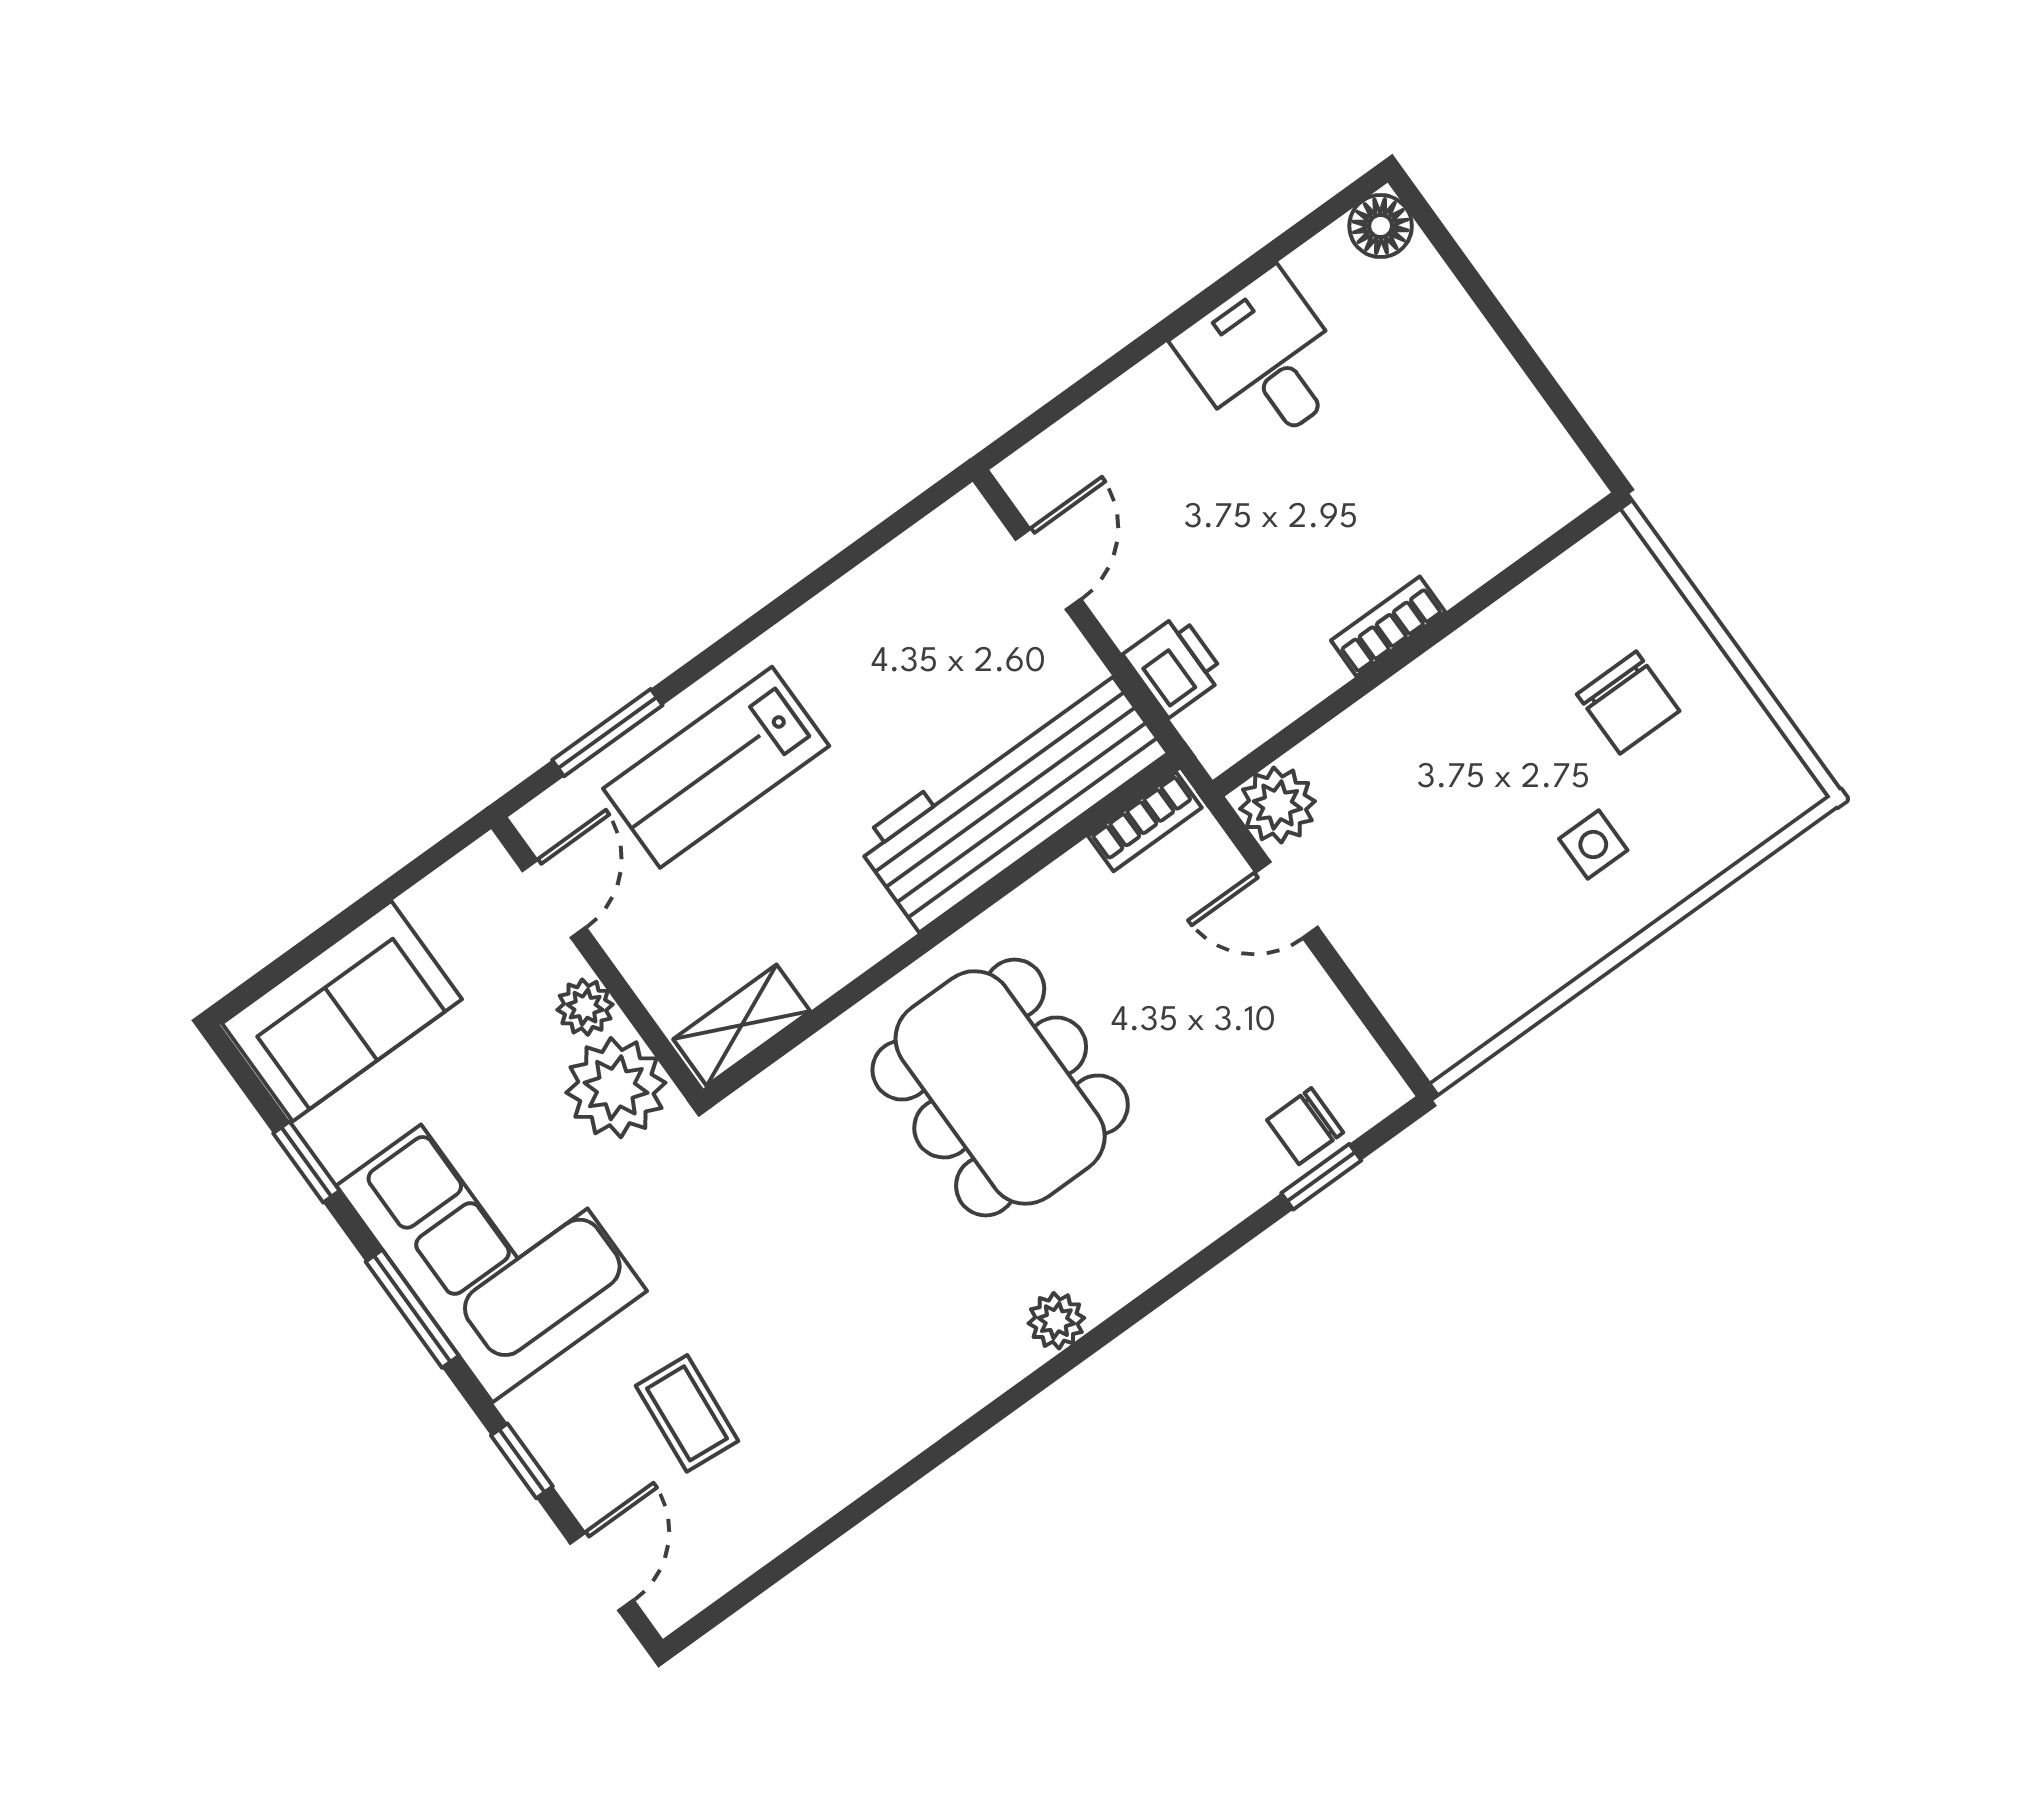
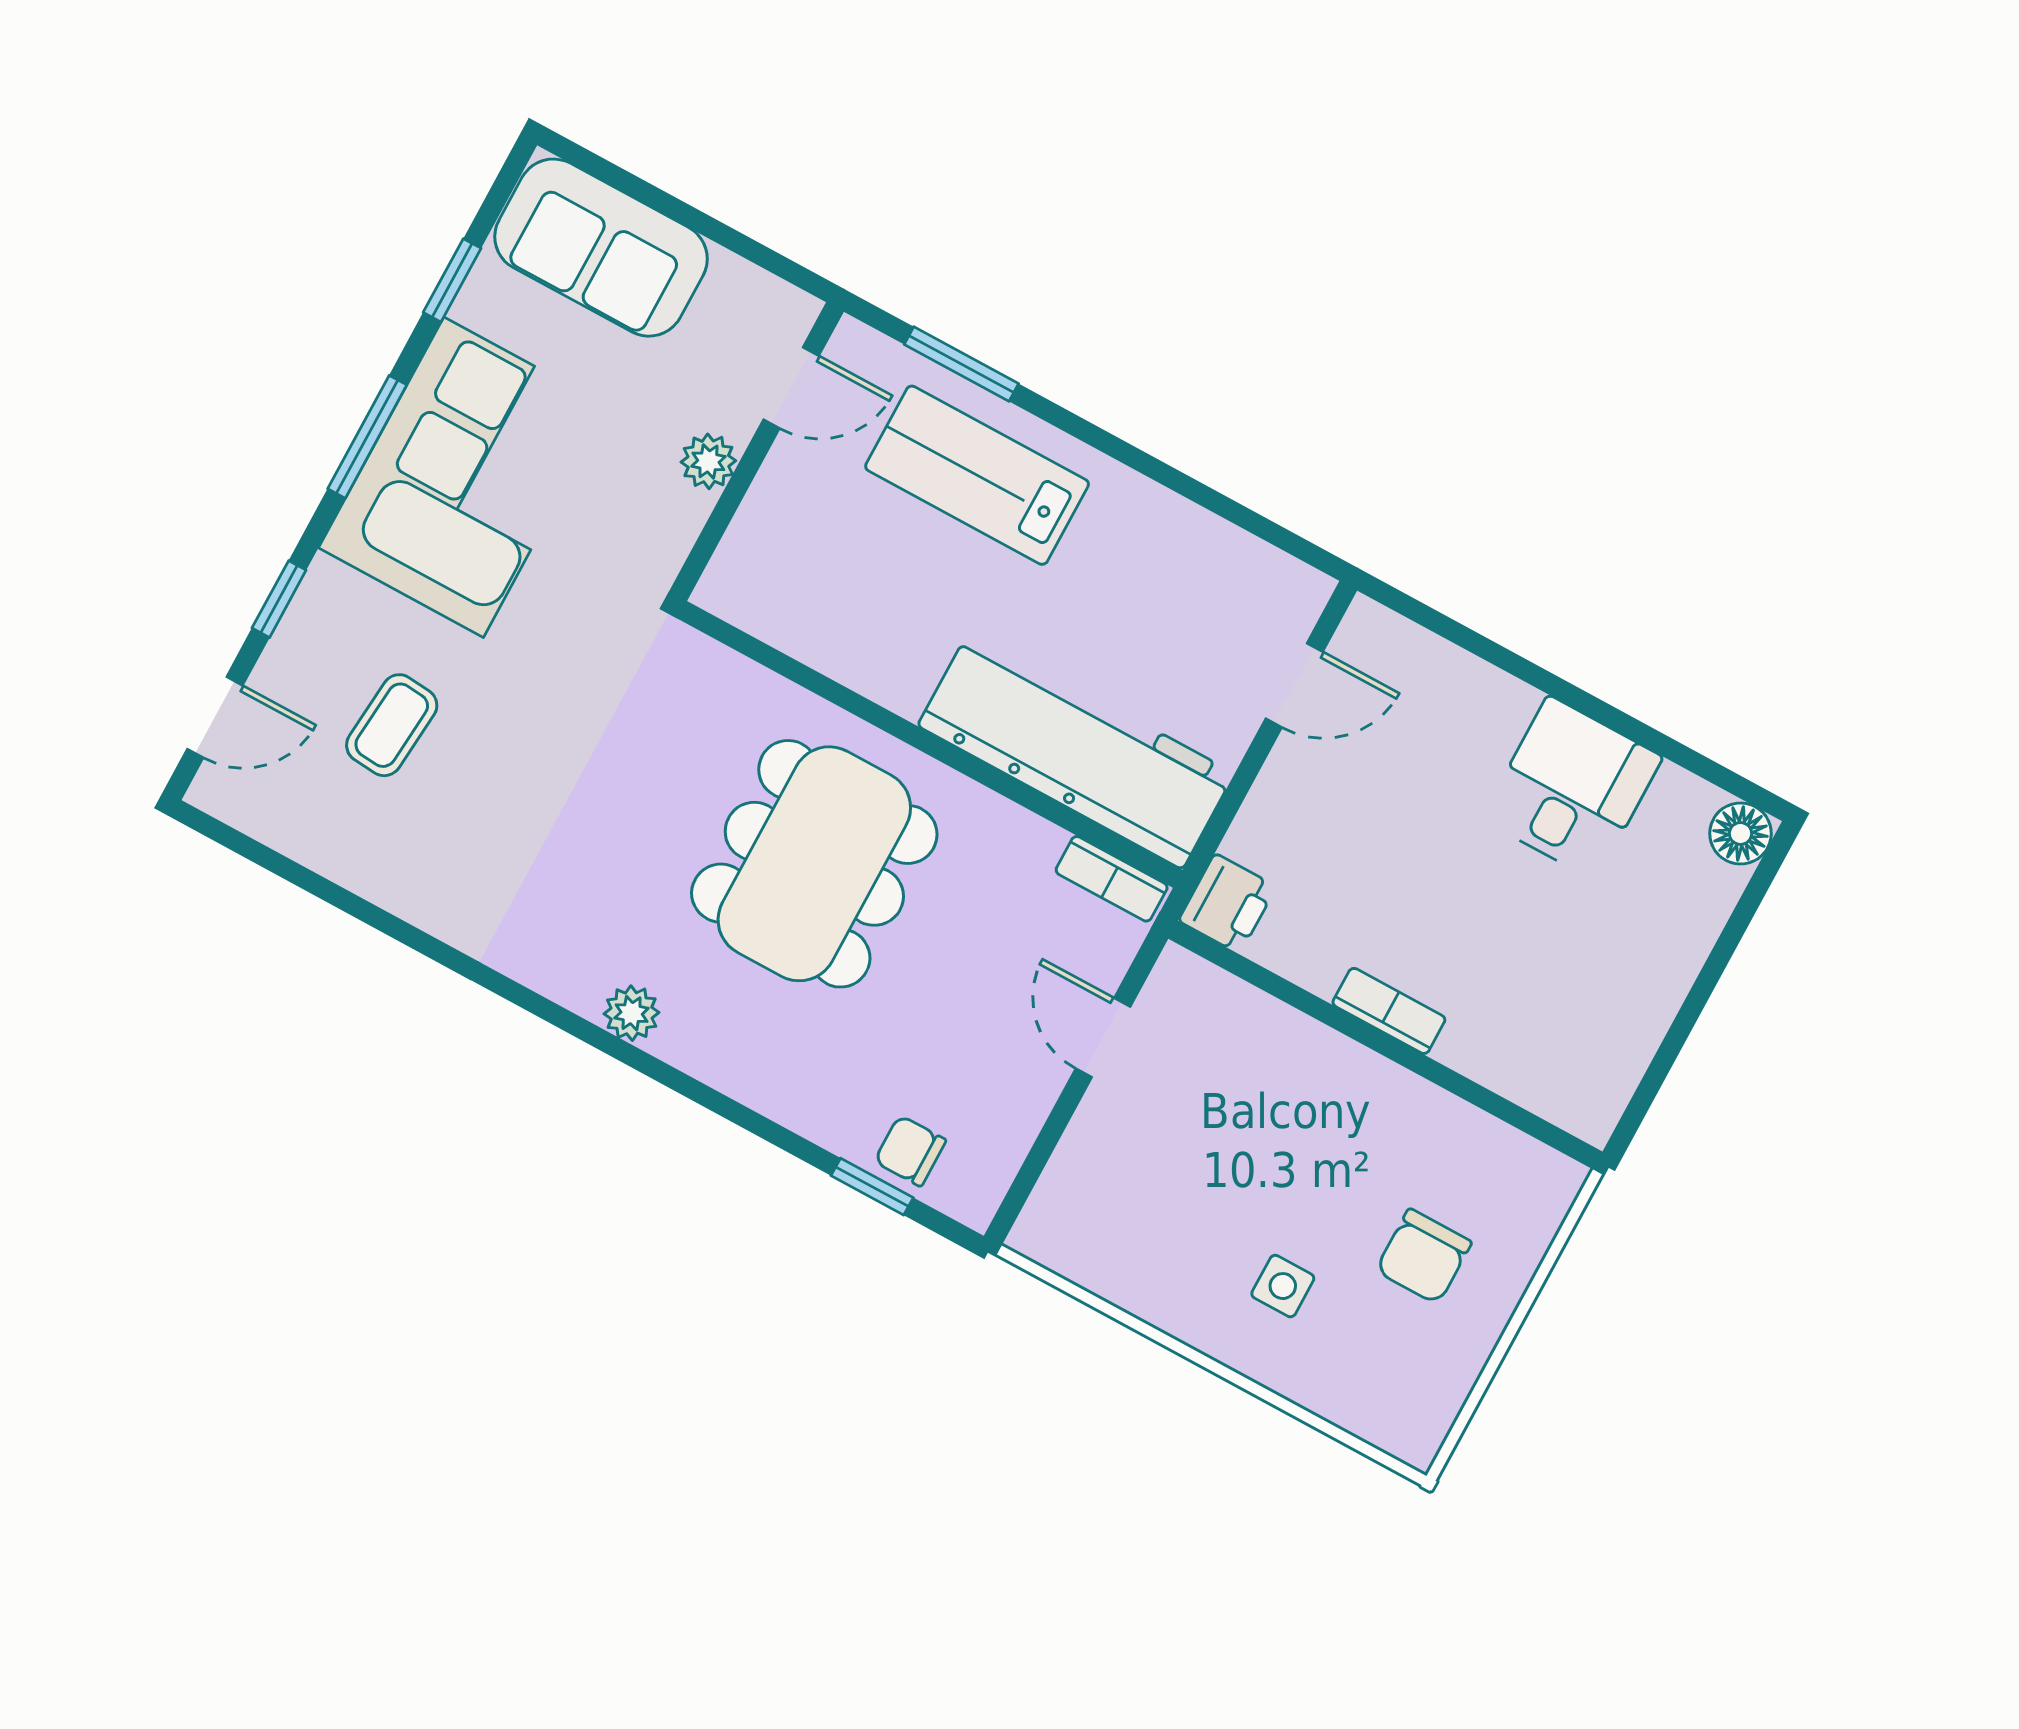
printer: (1174, 665) -> (1227, 904), moved
plant: (1277, 805) -> (1183, 989), removed
shelving: (742, 1025) -> (759, 608), removed
plant: (616, 1088) -> (650, 523), removed

